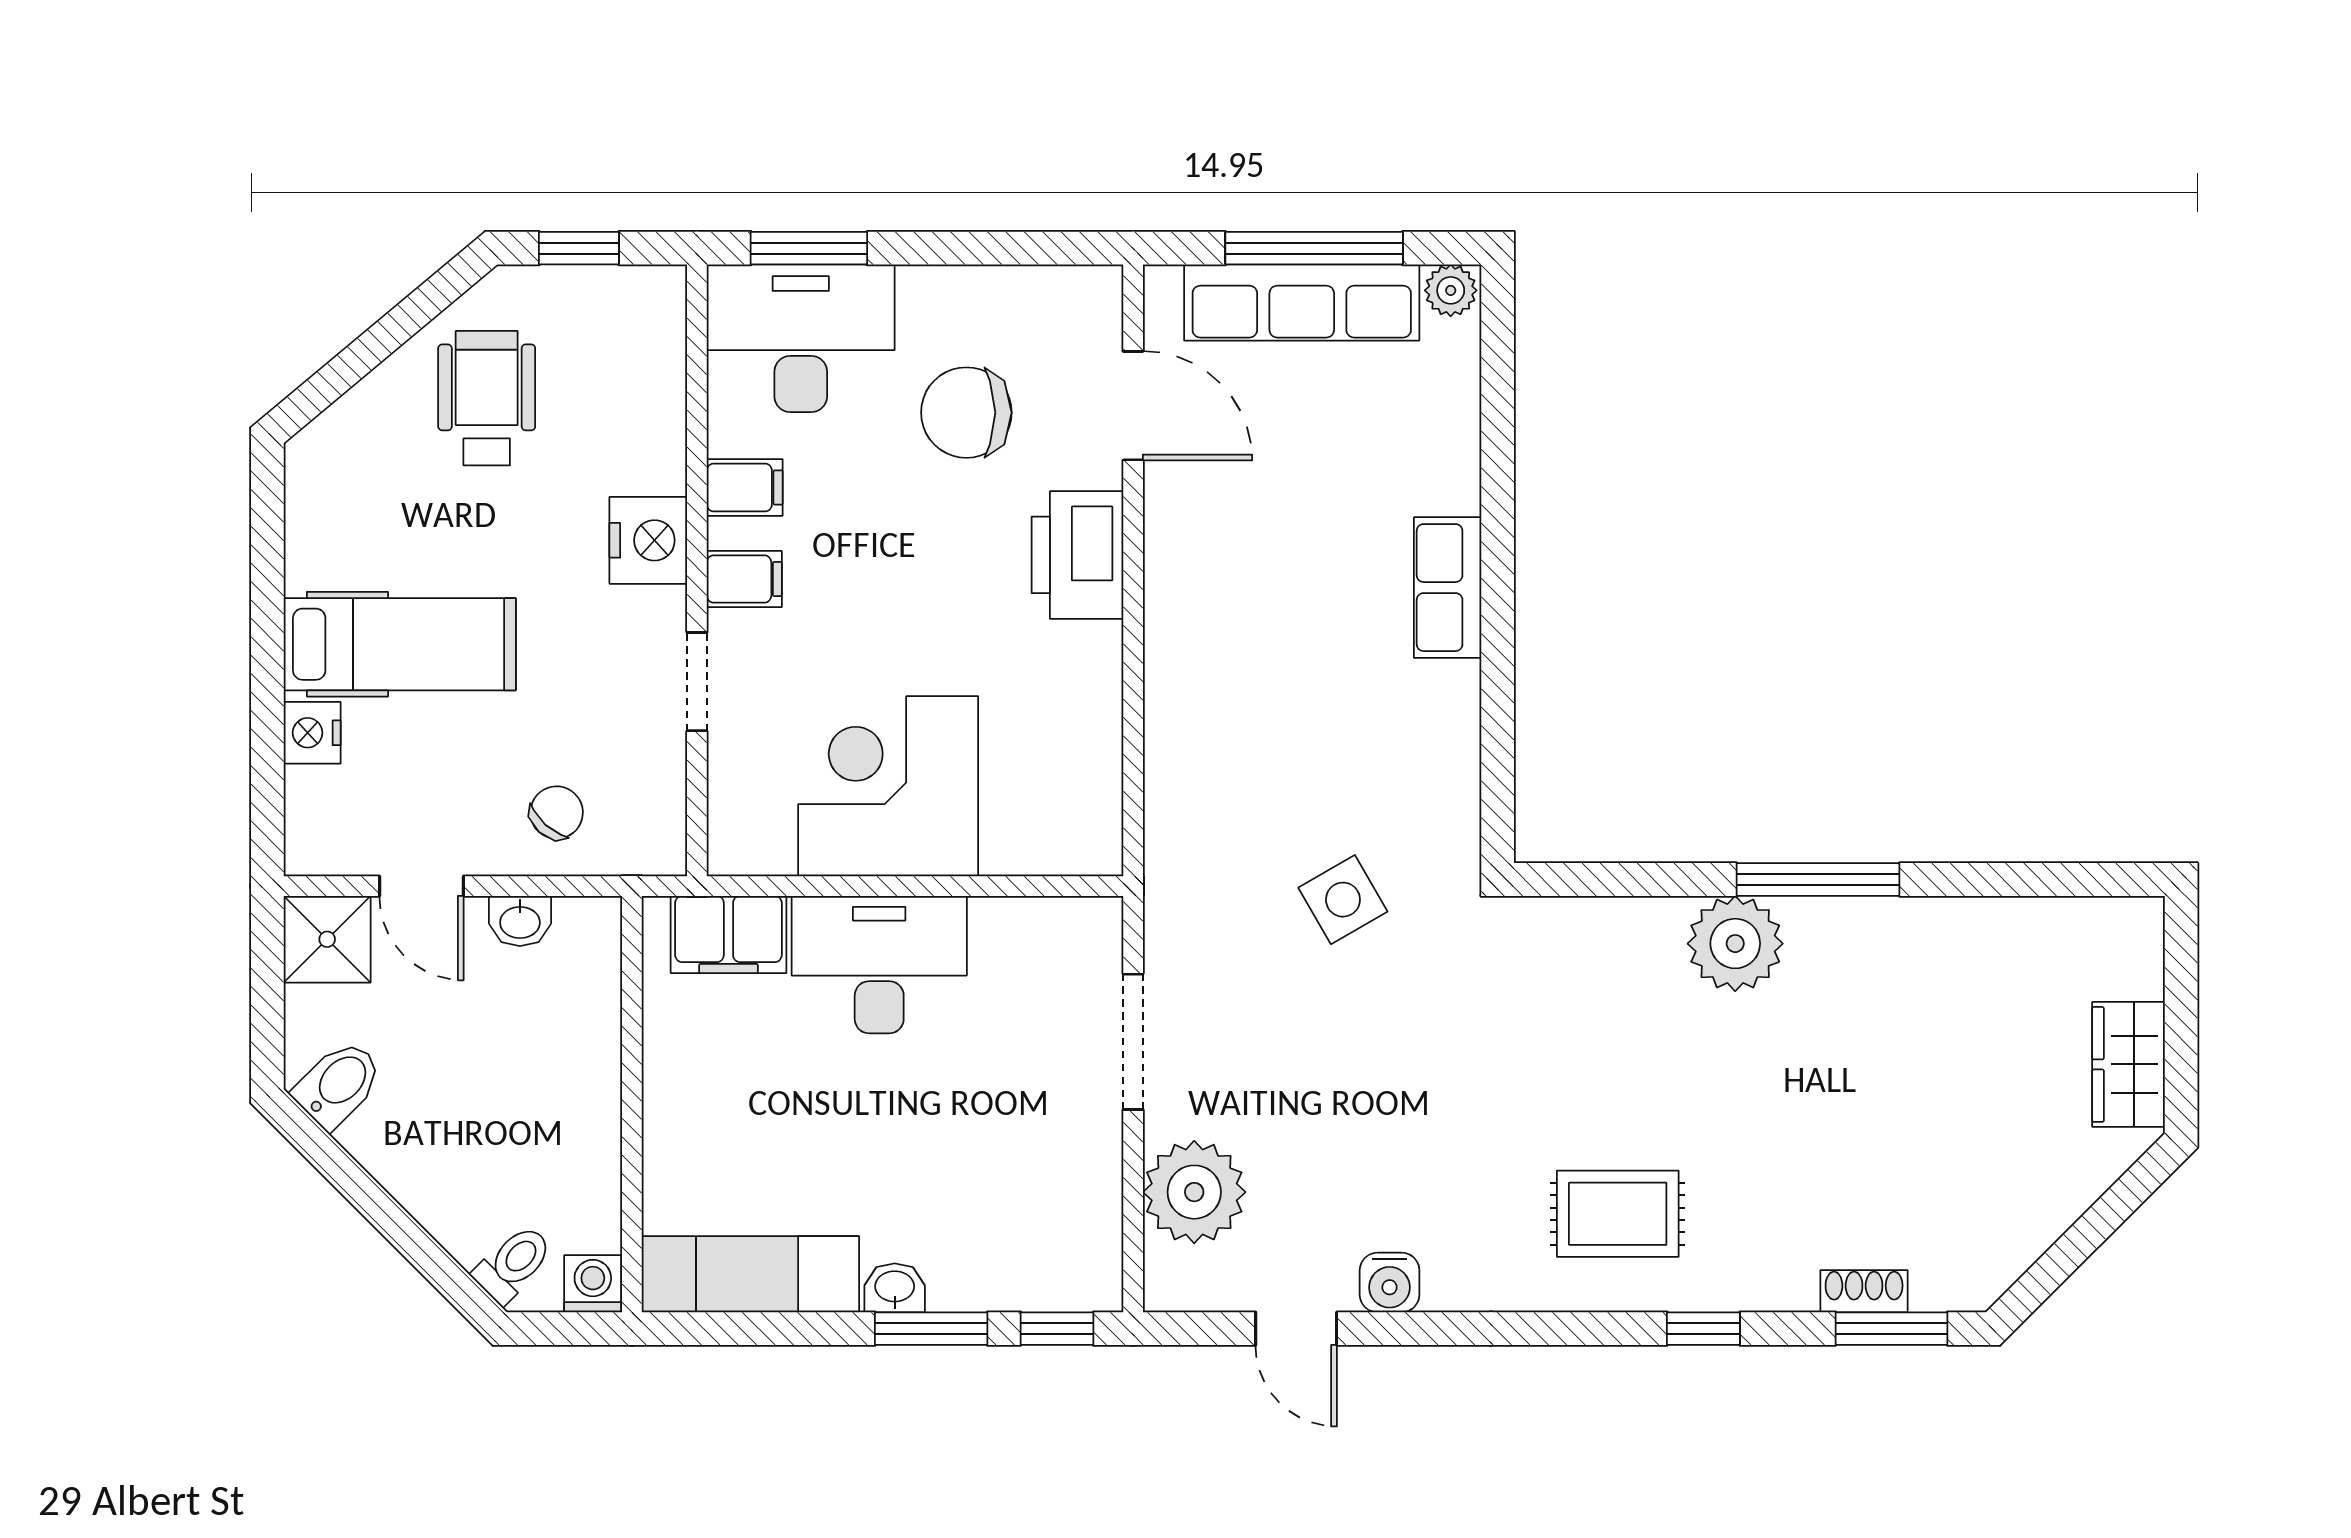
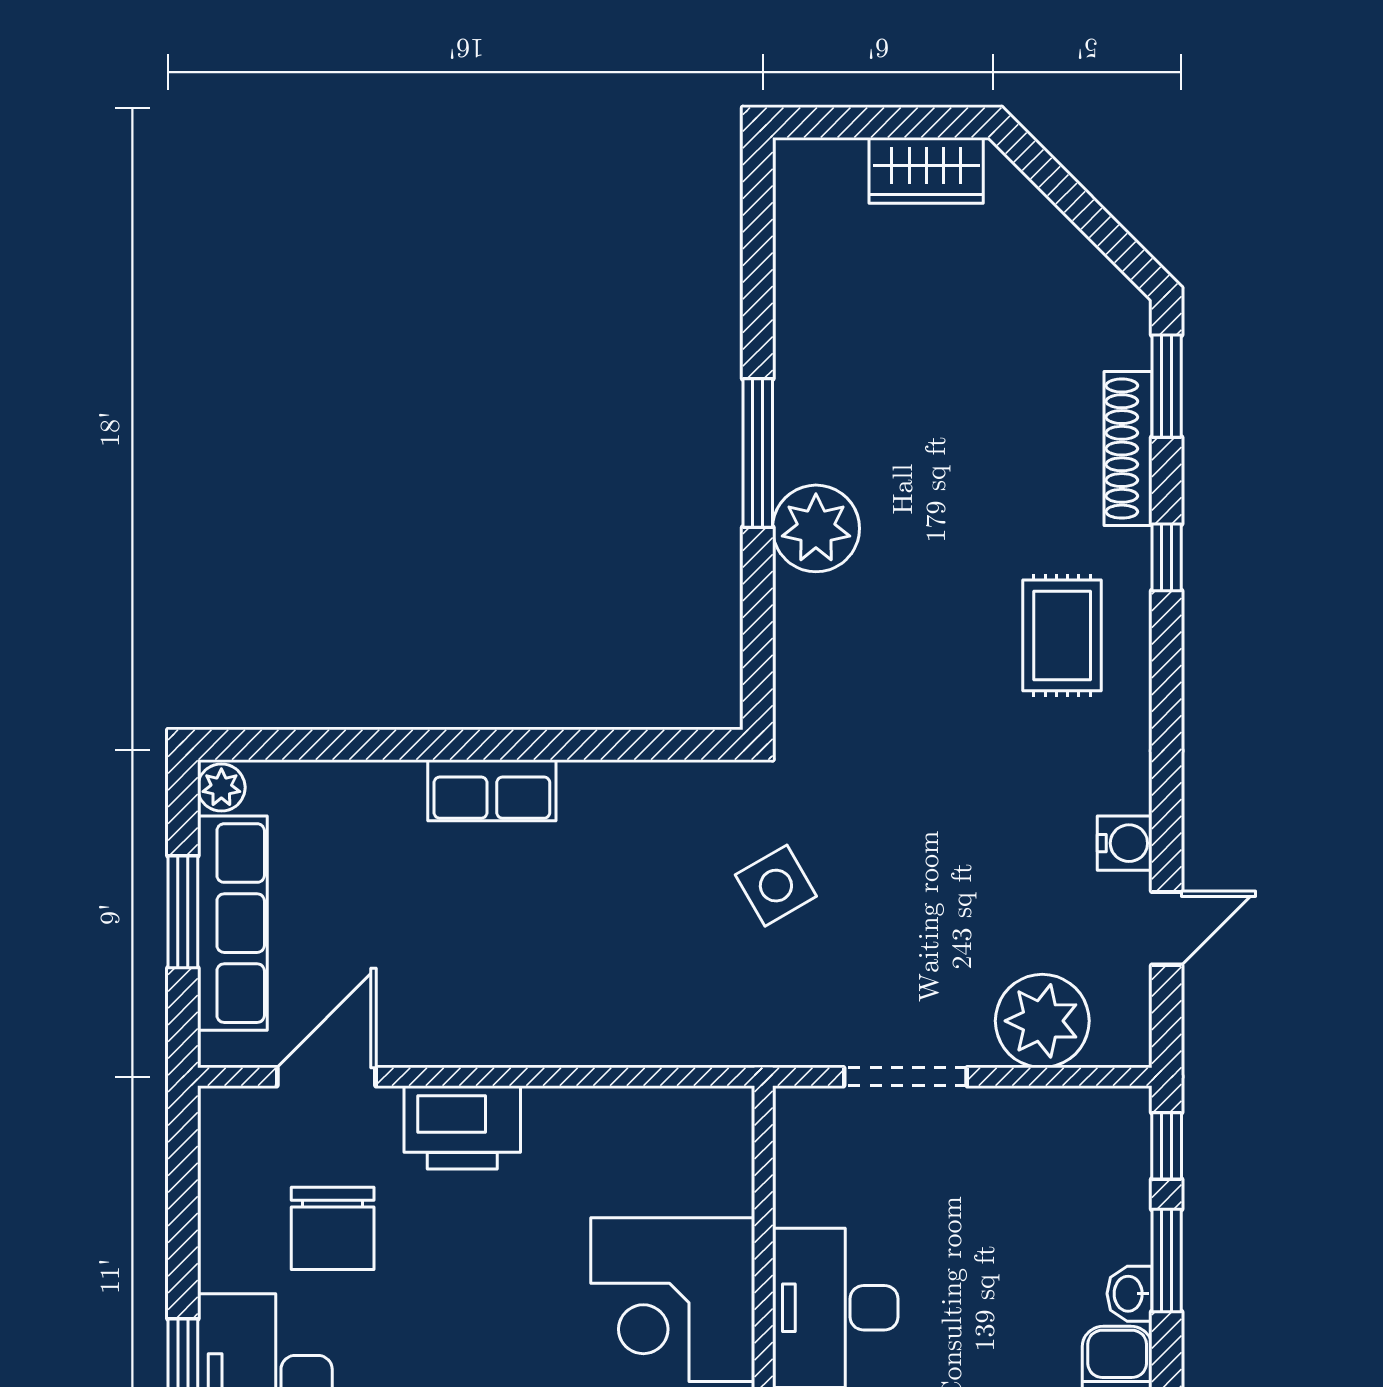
window: (1314, 248) -> (183, 912), width x0.69
shoe rack: (1864, 1291) -> (1128, 449), width x1.94, depth x1.24

